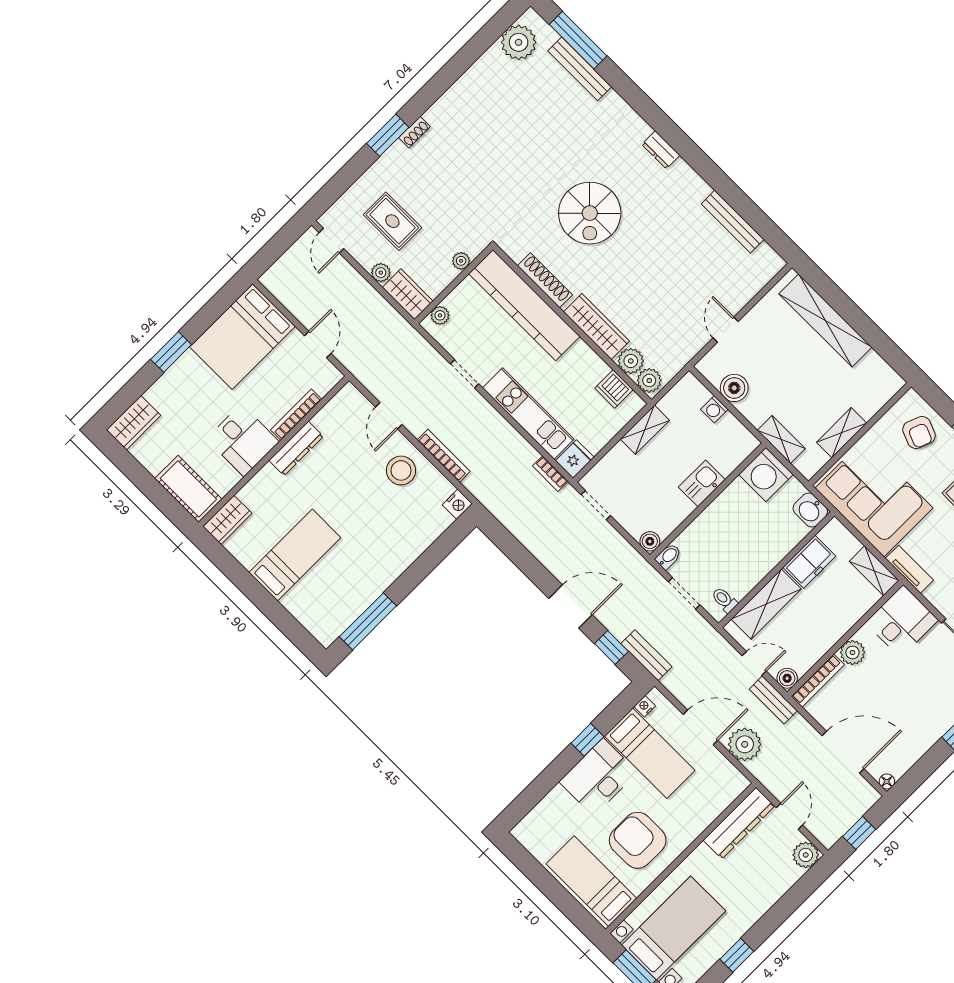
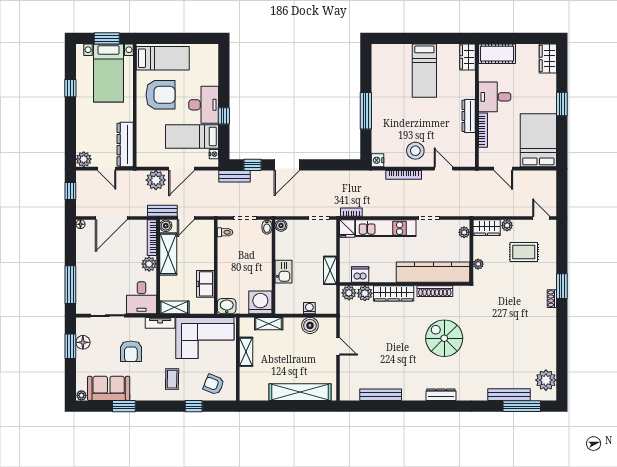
dresser: (661, 150) -> (441, 395), width x1.44
shelving: (766, 604) -> (168, 254), moved
window: (368, 621) -> (366, 111), moved

